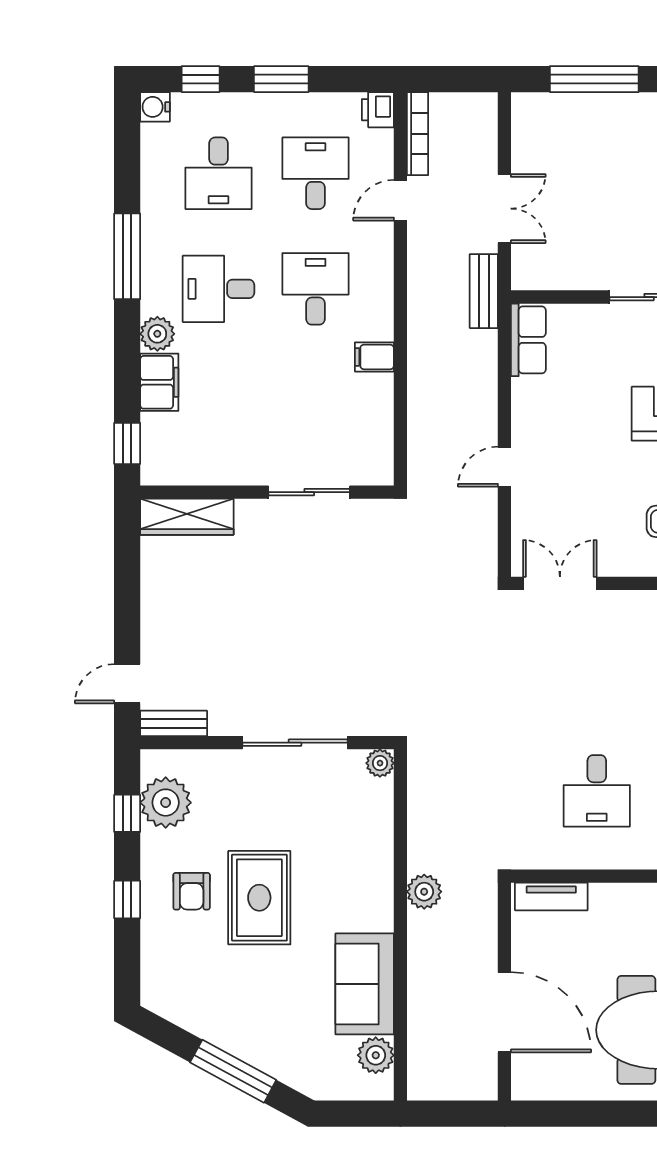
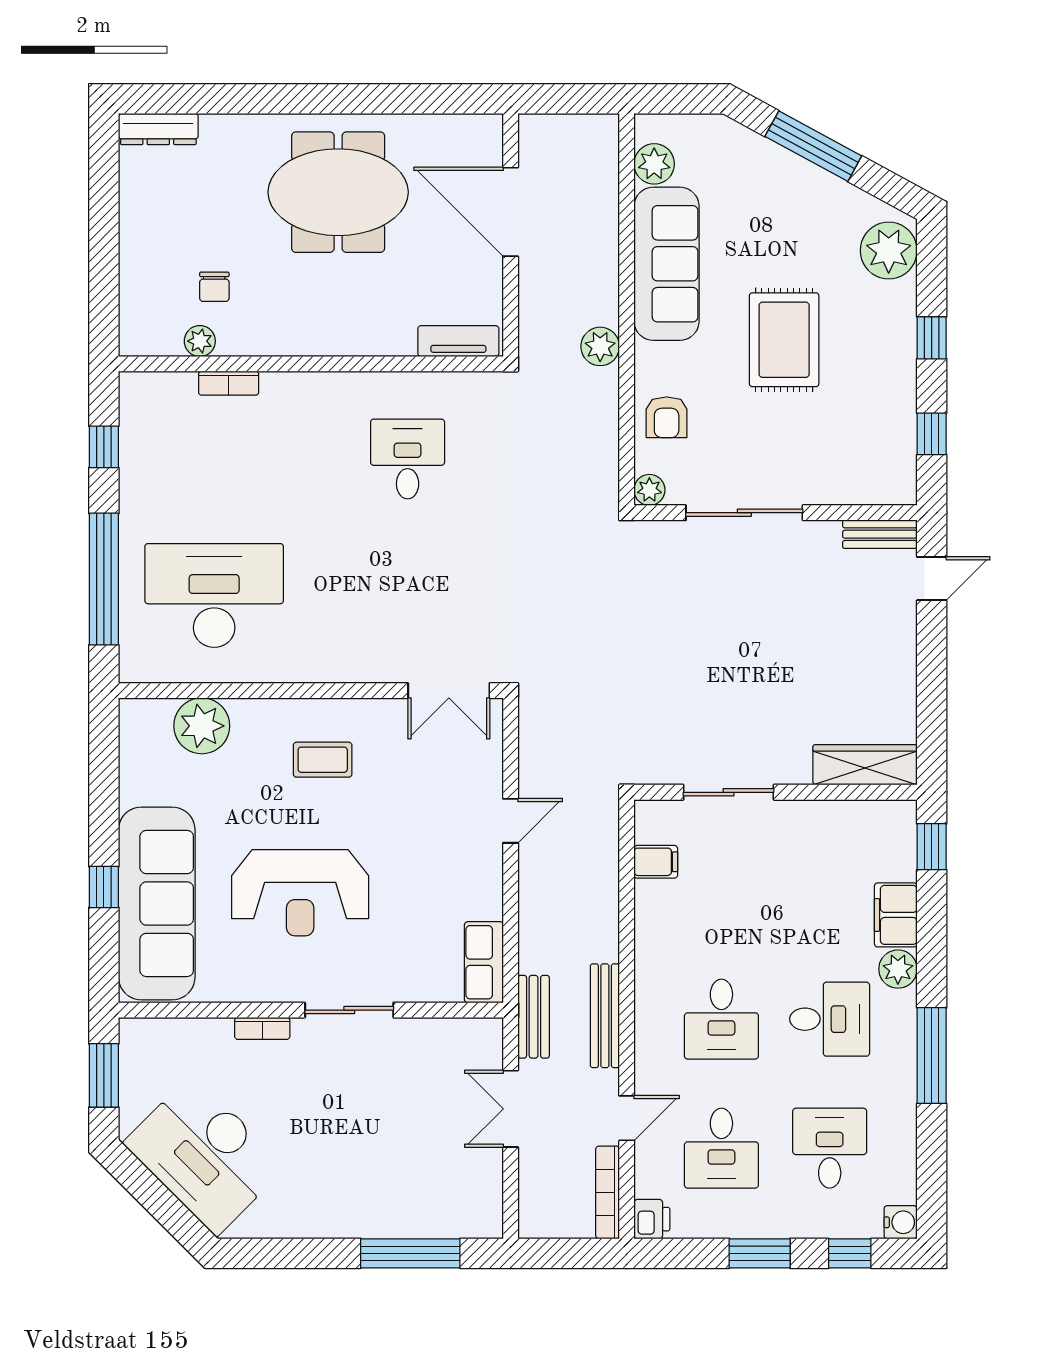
bench: (420, 292) -> (605, 1016), added
filing cabinet: (374, 357) -> (656, 862), moved
plant: (166, 803) -> (889, 251), moved
armchair: (192, 891) -> (667, 417), moved, turned 180
sofa: (365, 984) -> (667, 264), width x1.36

